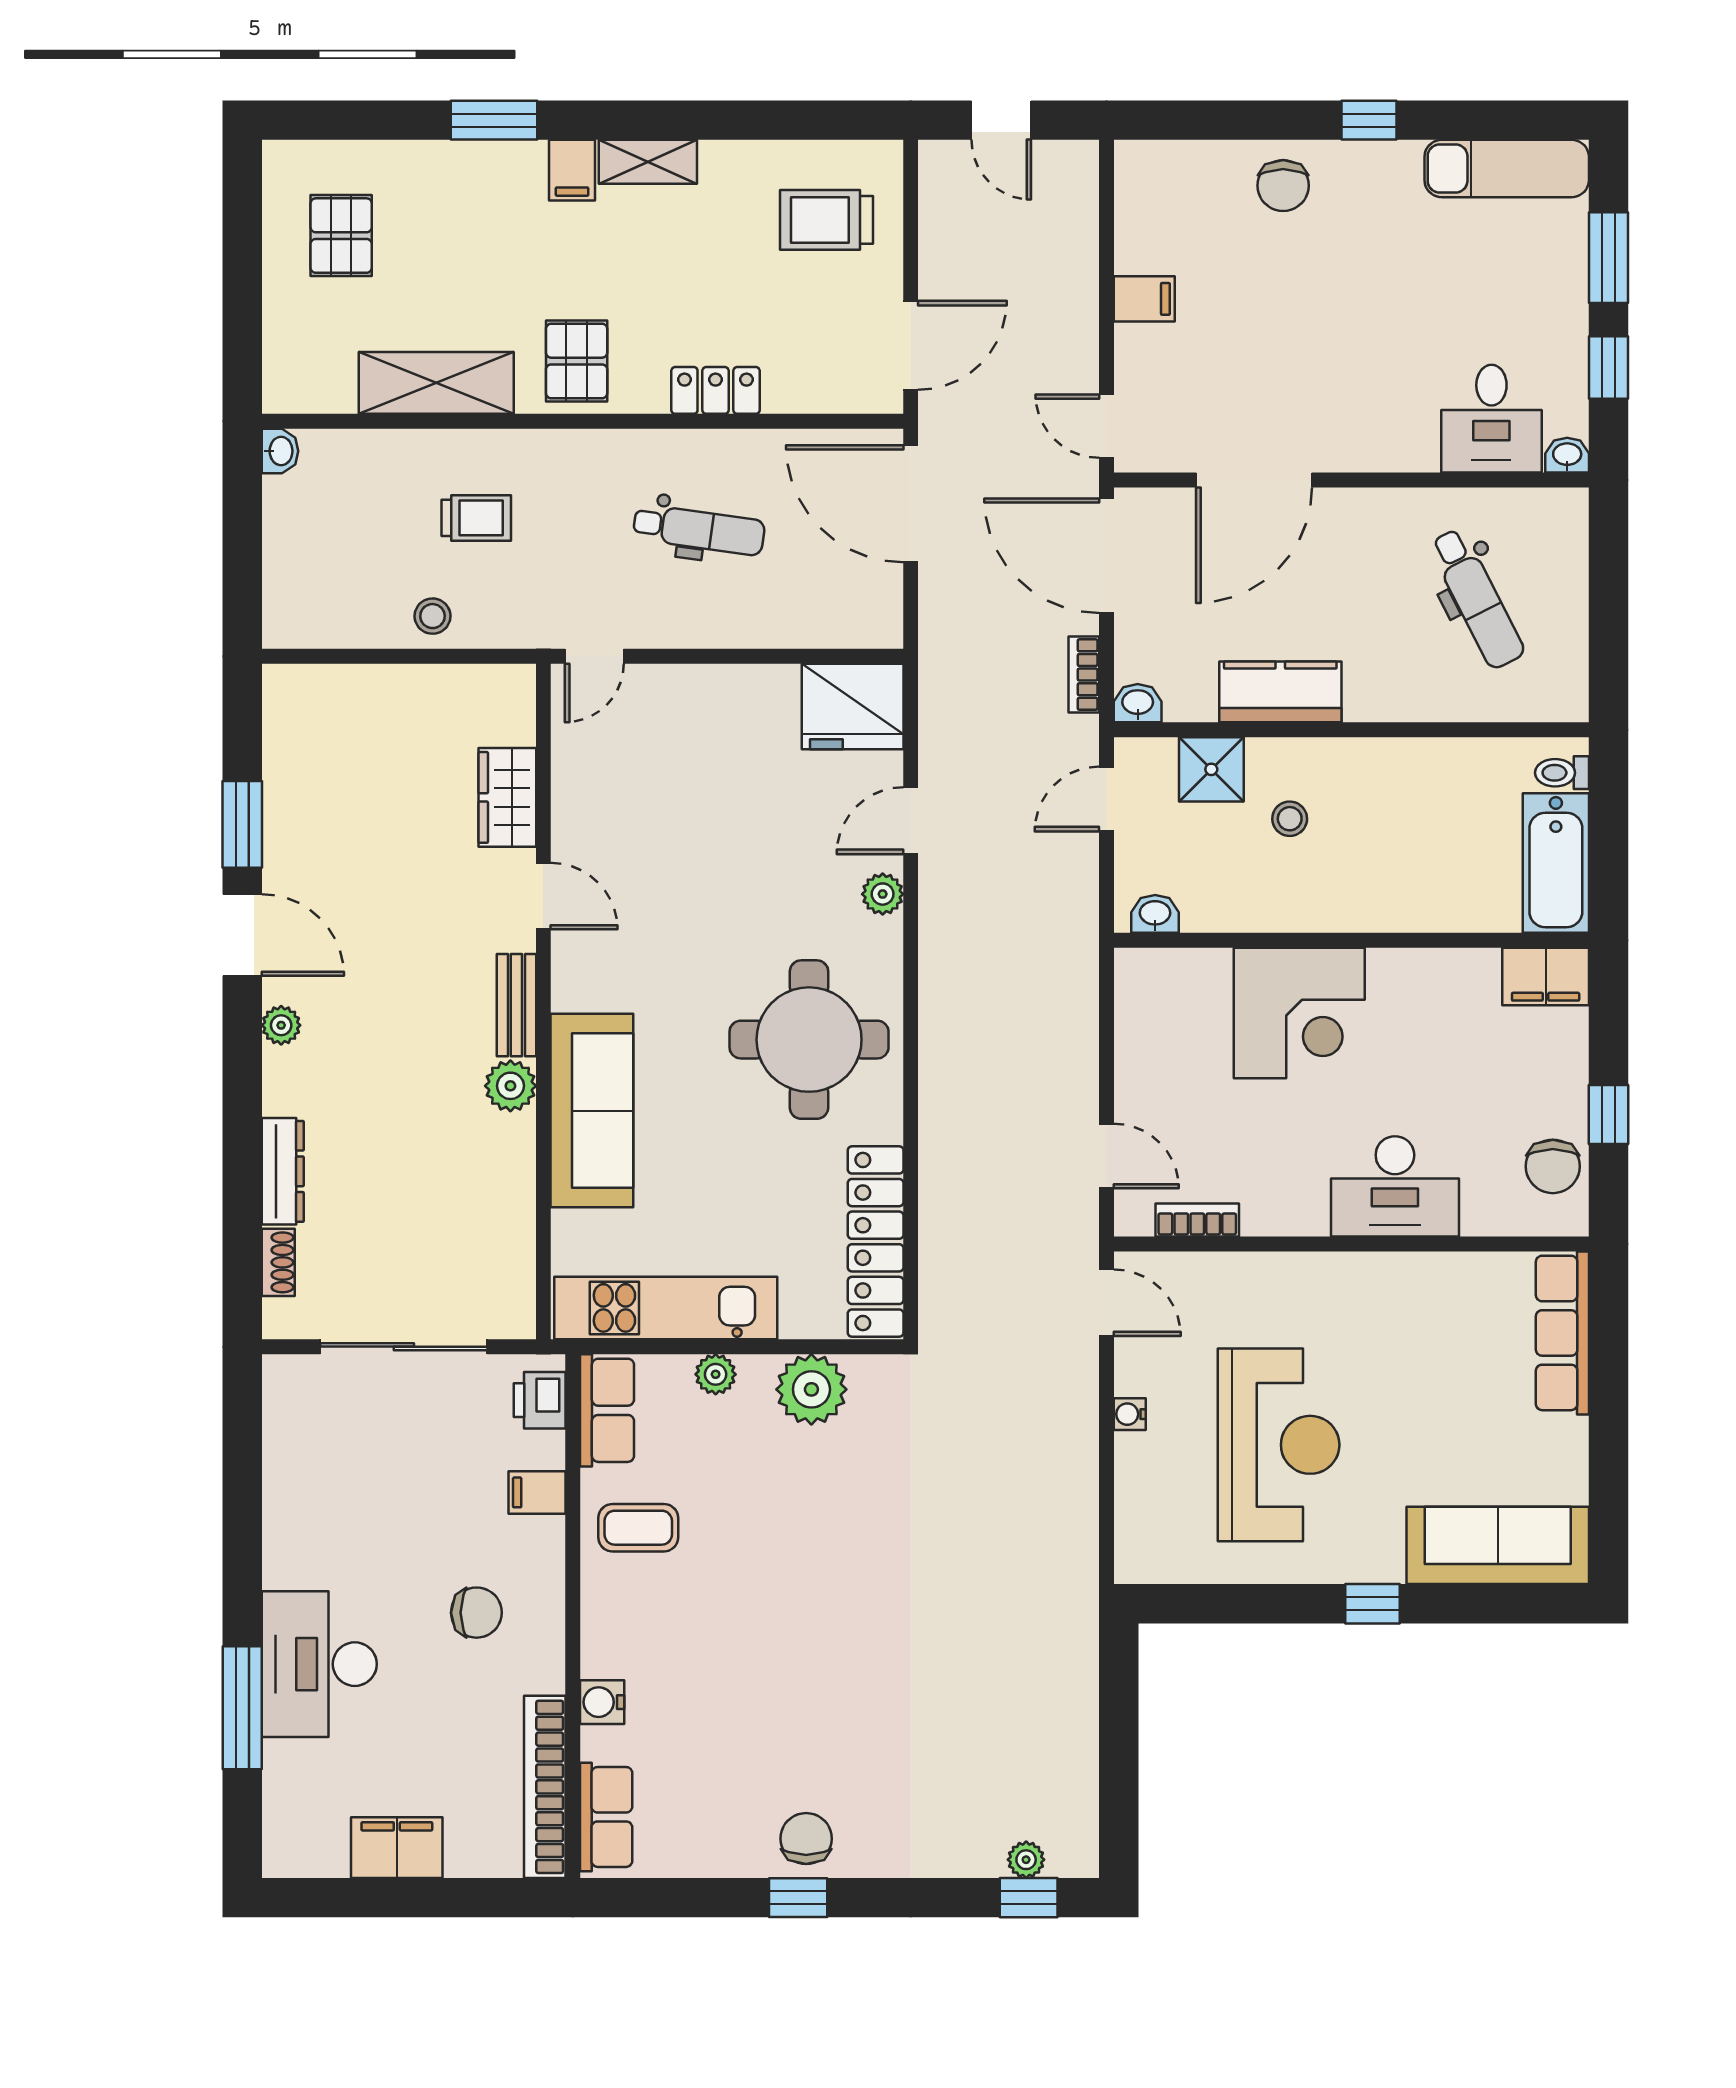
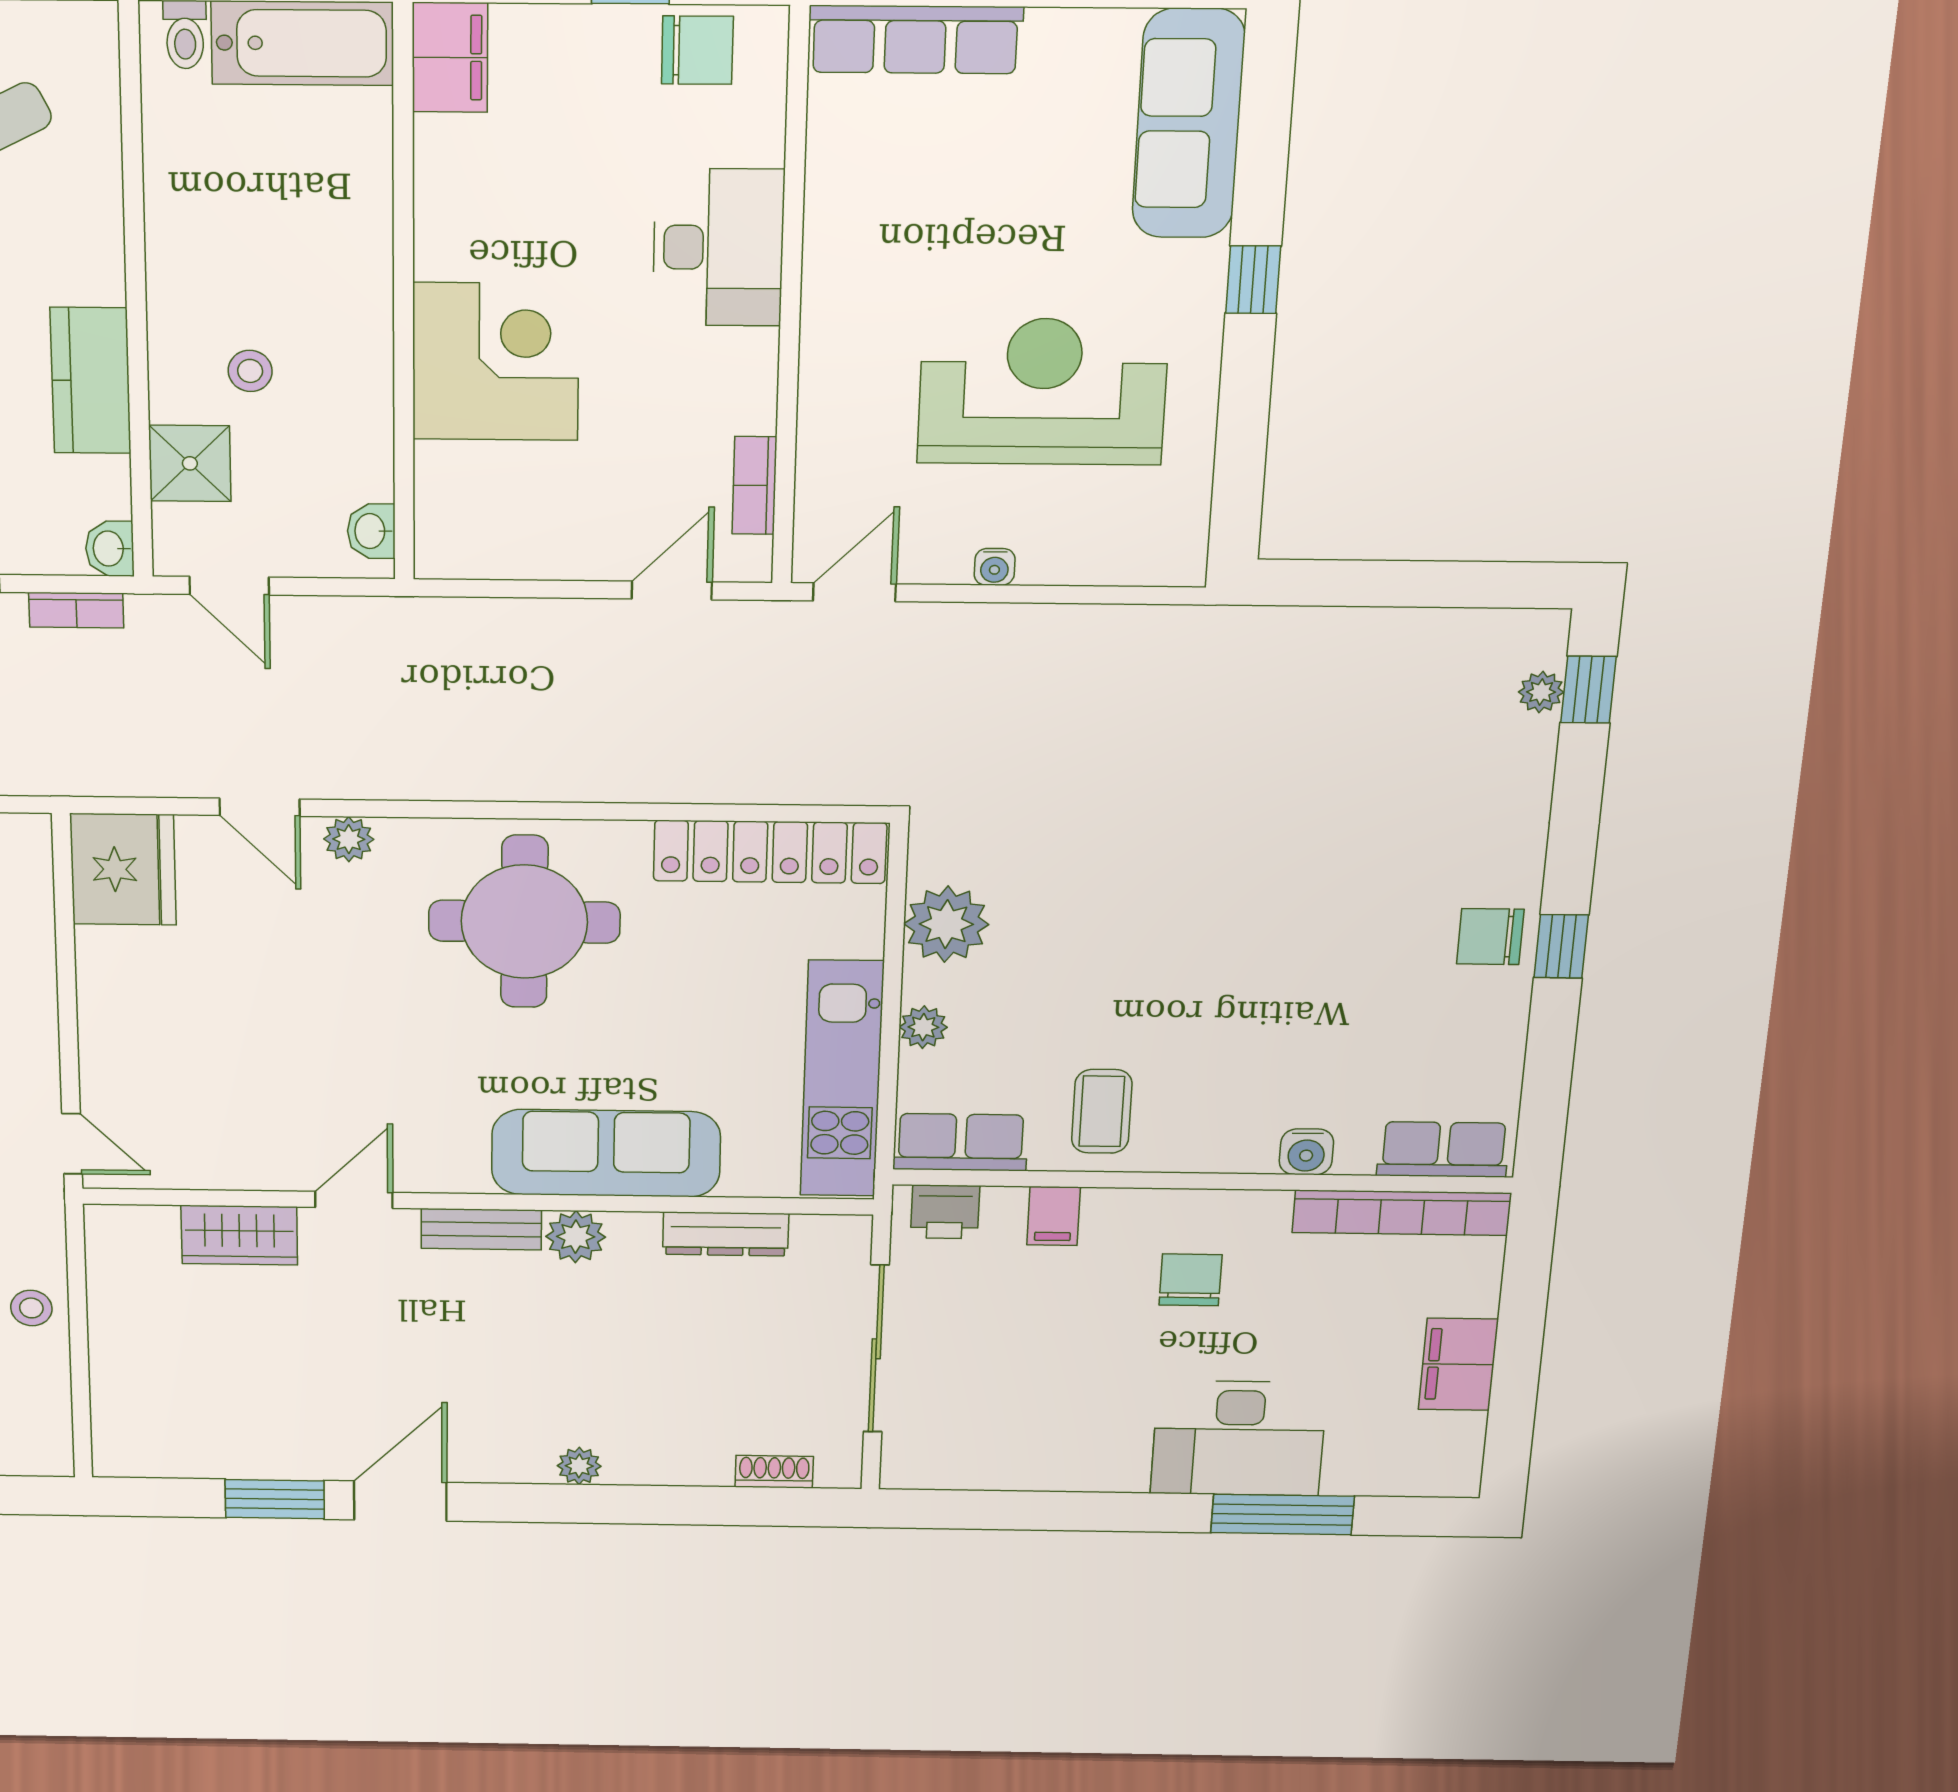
plant: (281, 1025) -> (579, 1466), moved
dresser: (283, 1171) -> (726, 1234), moved, turned 180

